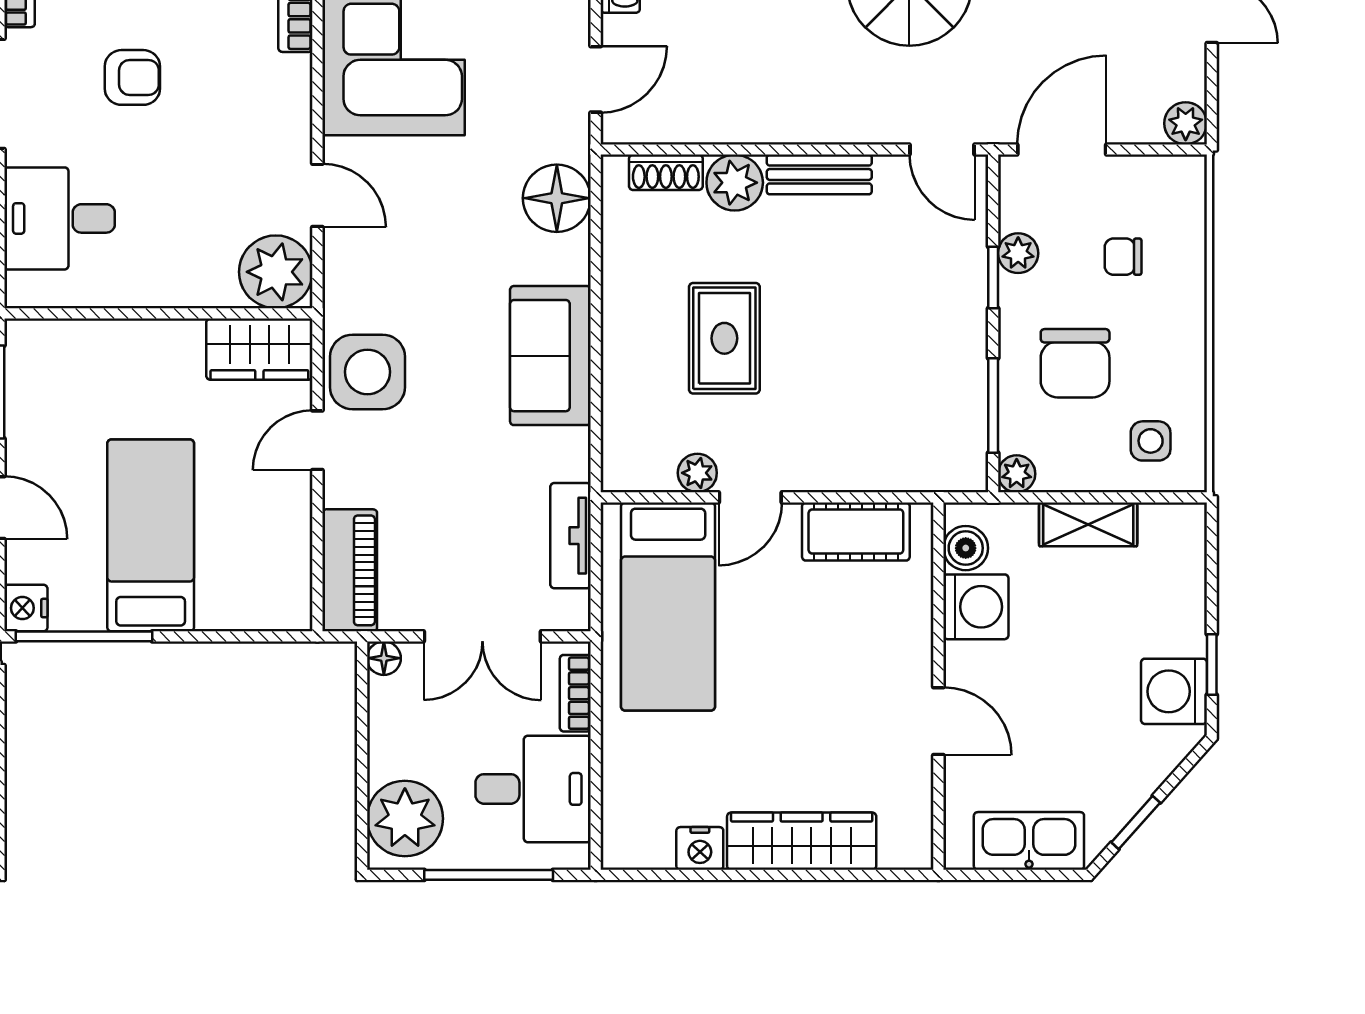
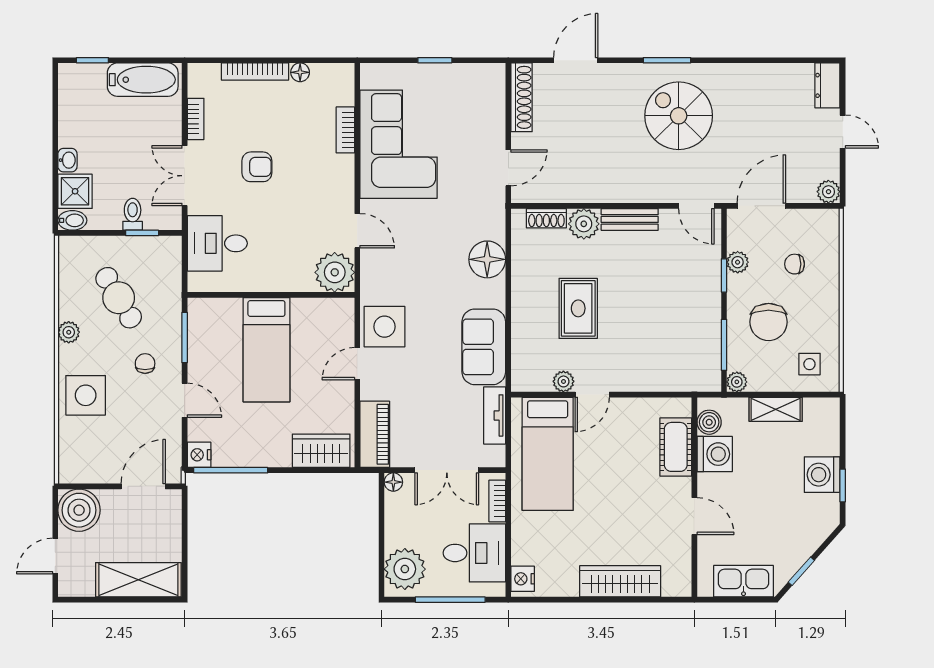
floor lamp: (557, 198) -> (487, 259), moved
wardrobe: (259, 349) -> (321, 451), moved, turned 180
sofa: (550, 356) -> (484, 347), moved
cot: (856, 531) -> (676, 447), moved, turned 90
bed: (151, 535) -> (266, 350), moved, turned 180
washing machine: (1174, 691) -> (822, 475), moved
nightstand: (700, 848) -> (523, 579), moved, turned 90

